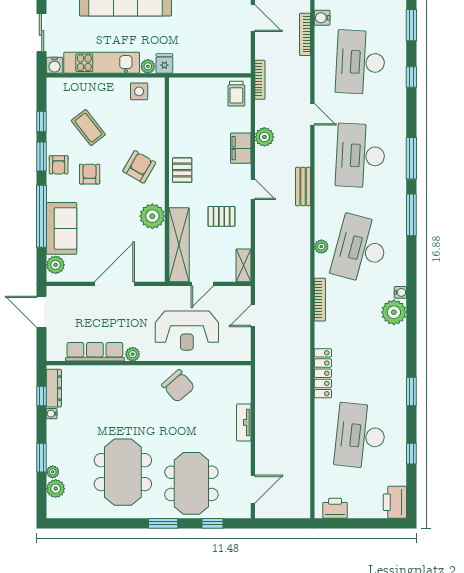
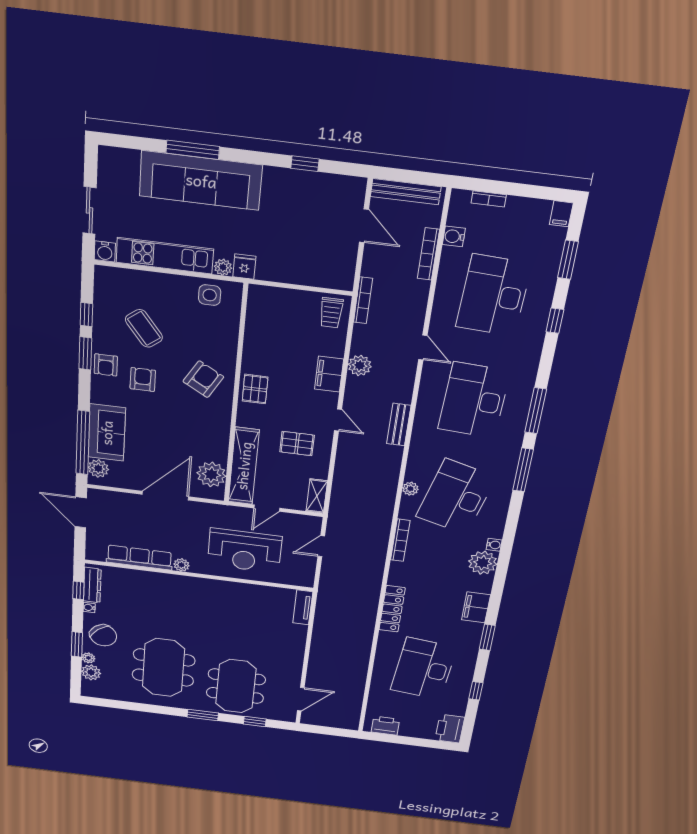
window: (42, 216) -> (83, 443), moved
plant: (152, 216) -> (211, 474), moved
filing cabinet: (396, 360) -> (476, 607), added
chair: (178, 386) -> (103, 635), moved
tv unit: (244, 422) -> (303, 607), moved

